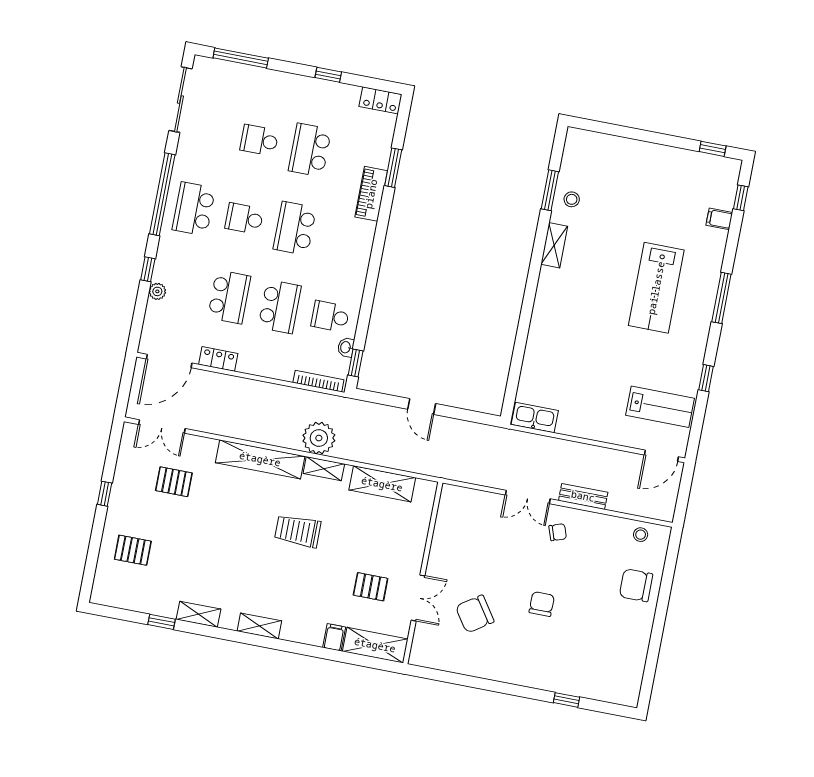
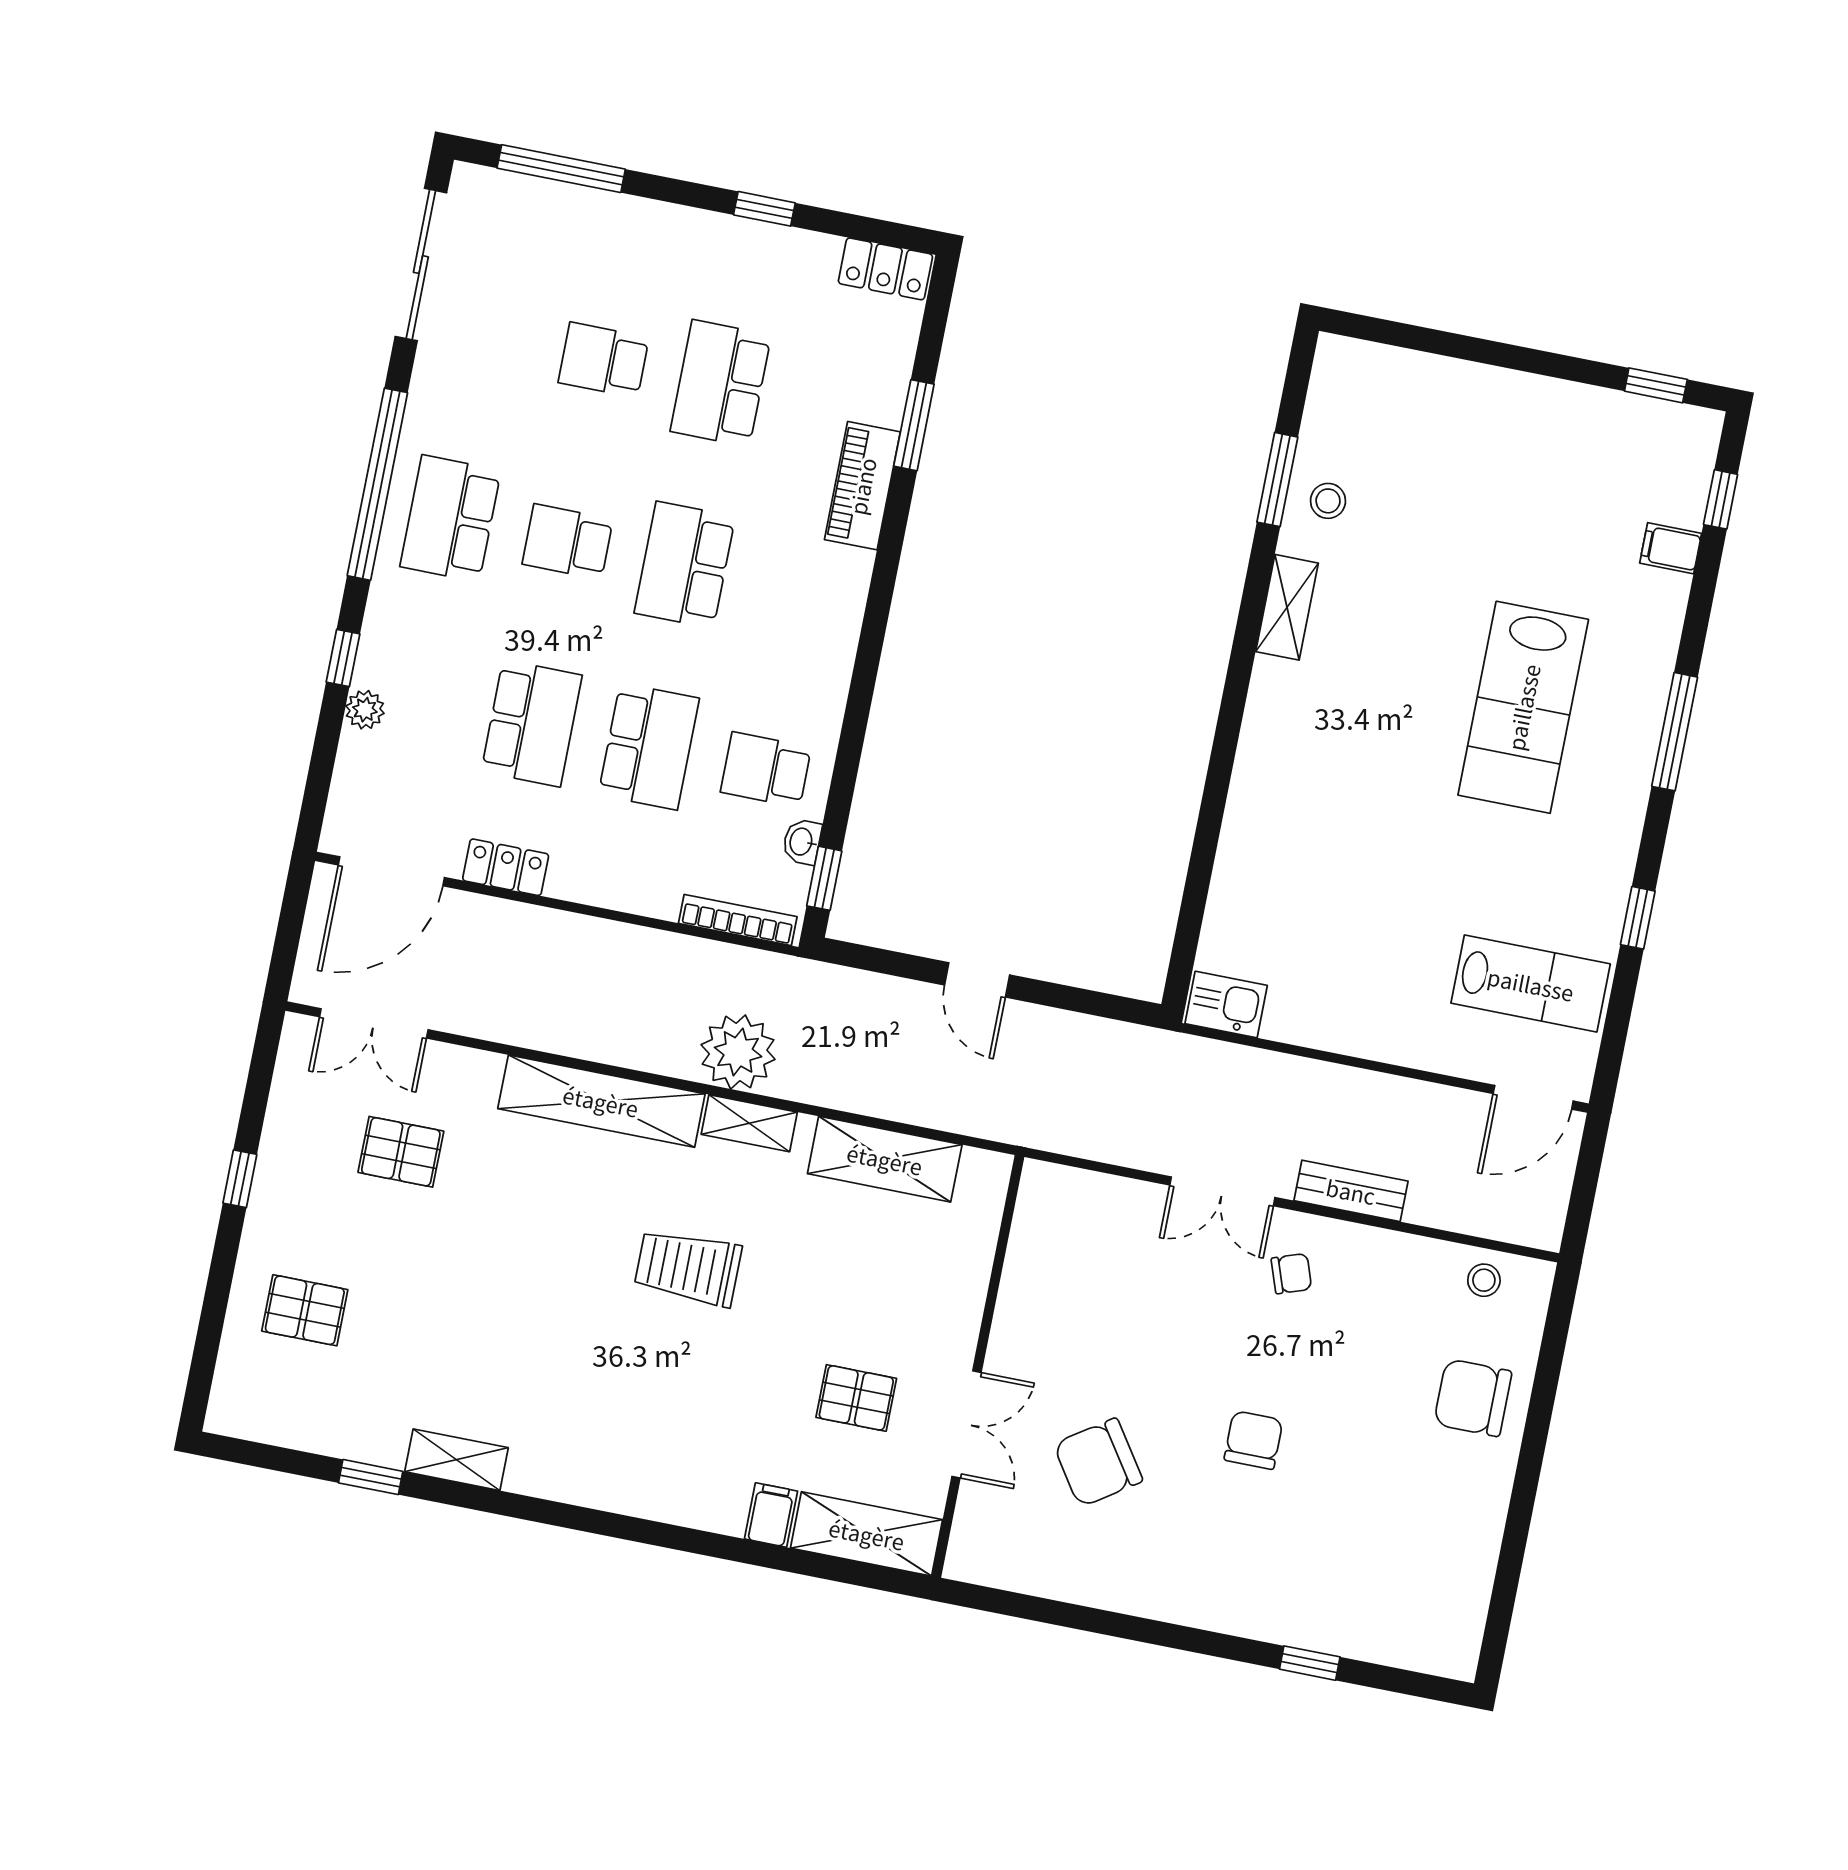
kitchen sink: (535, 418) -> (1226, 1004), width x0.73
shelving: (259, 626) -> (598, 1488), removed

